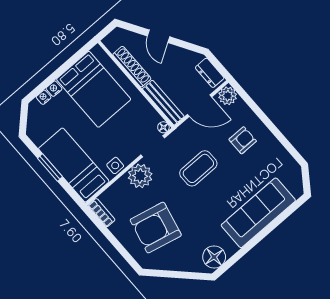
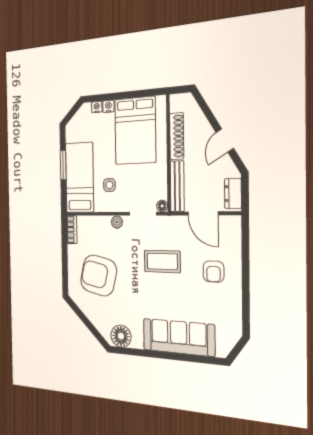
door: (158, 36) -> (225, 140), moved
plant: (228, 96) -> (232, 225), removed
armchair: (243, 140) -> (213, 272), turned 90
side table: (115, 165) -> (109, 185), moved
plant: (140, 176) -> (117, 222), width x0.53, depth x0.53

